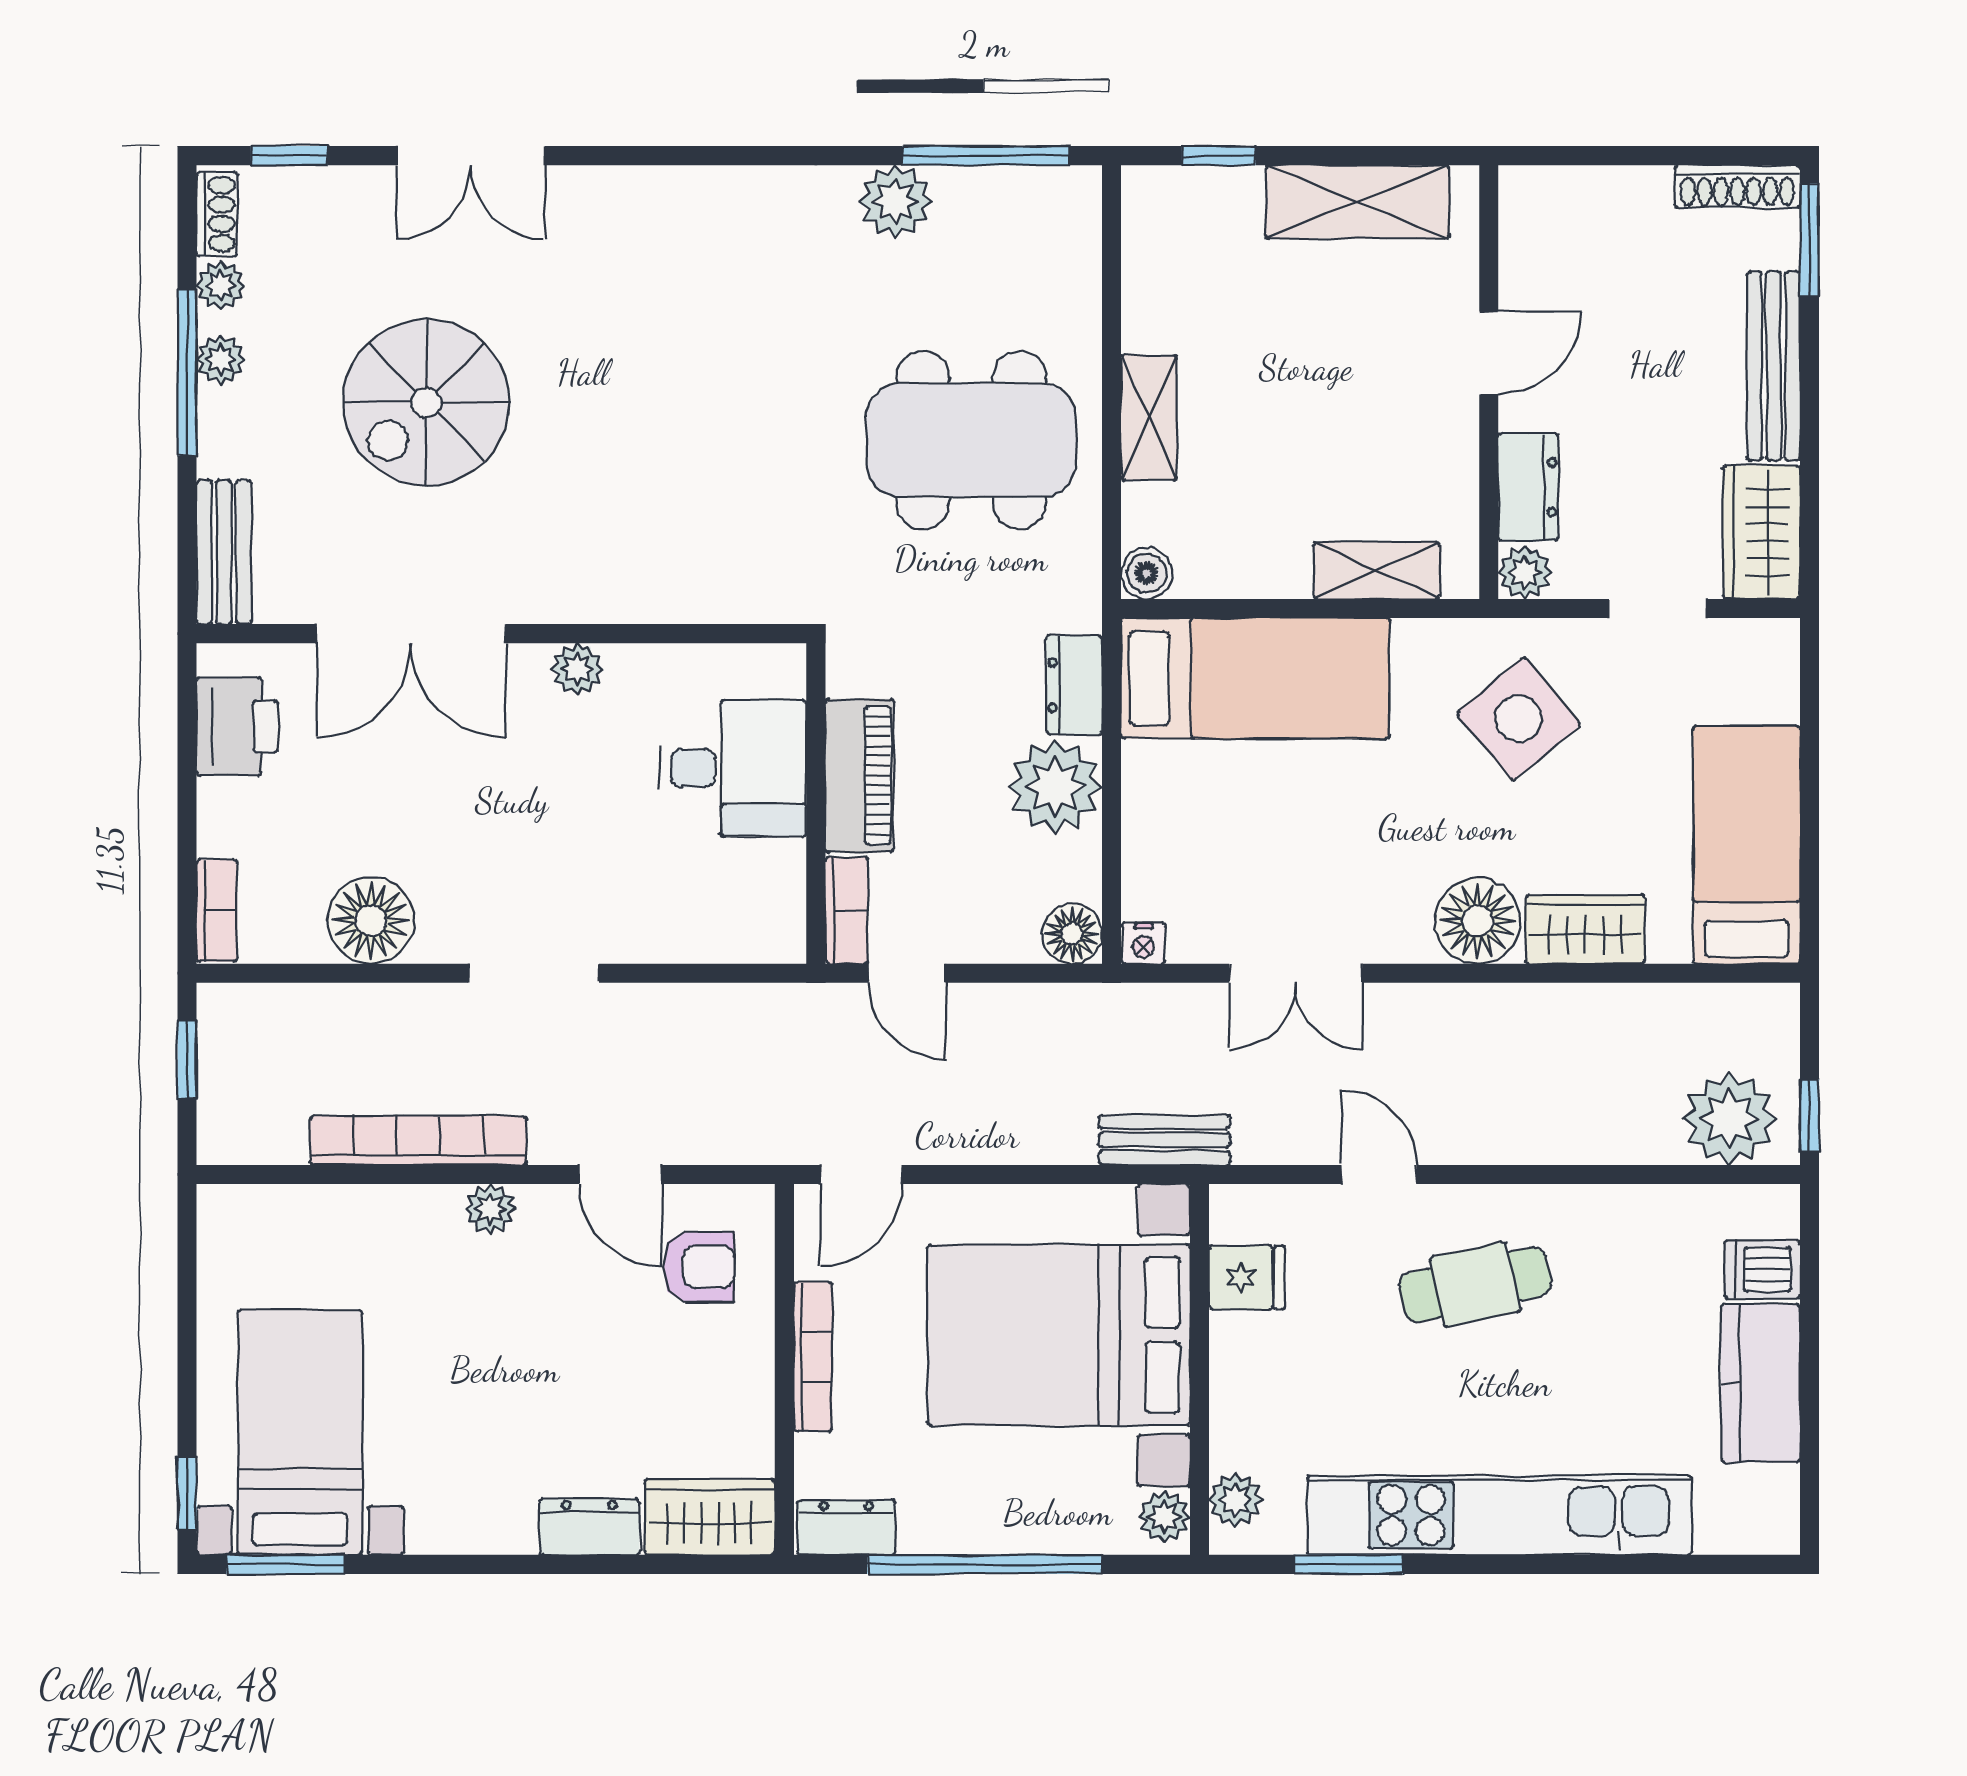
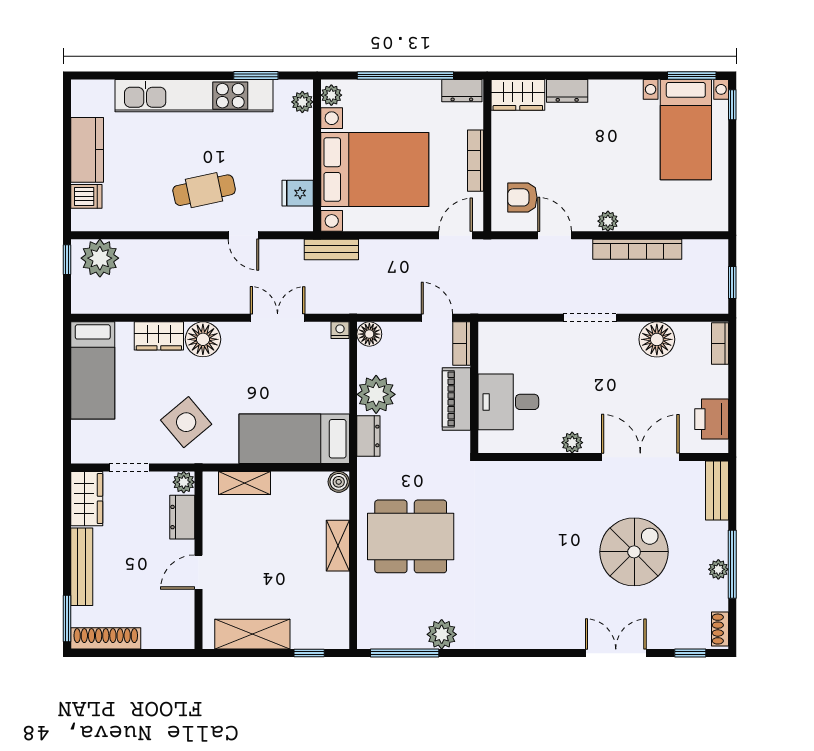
shoe rack: (1737, 186) -> (106, 638), width x1.36, depth x1.24
plant: (221, 285) -> (718, 600), removed

